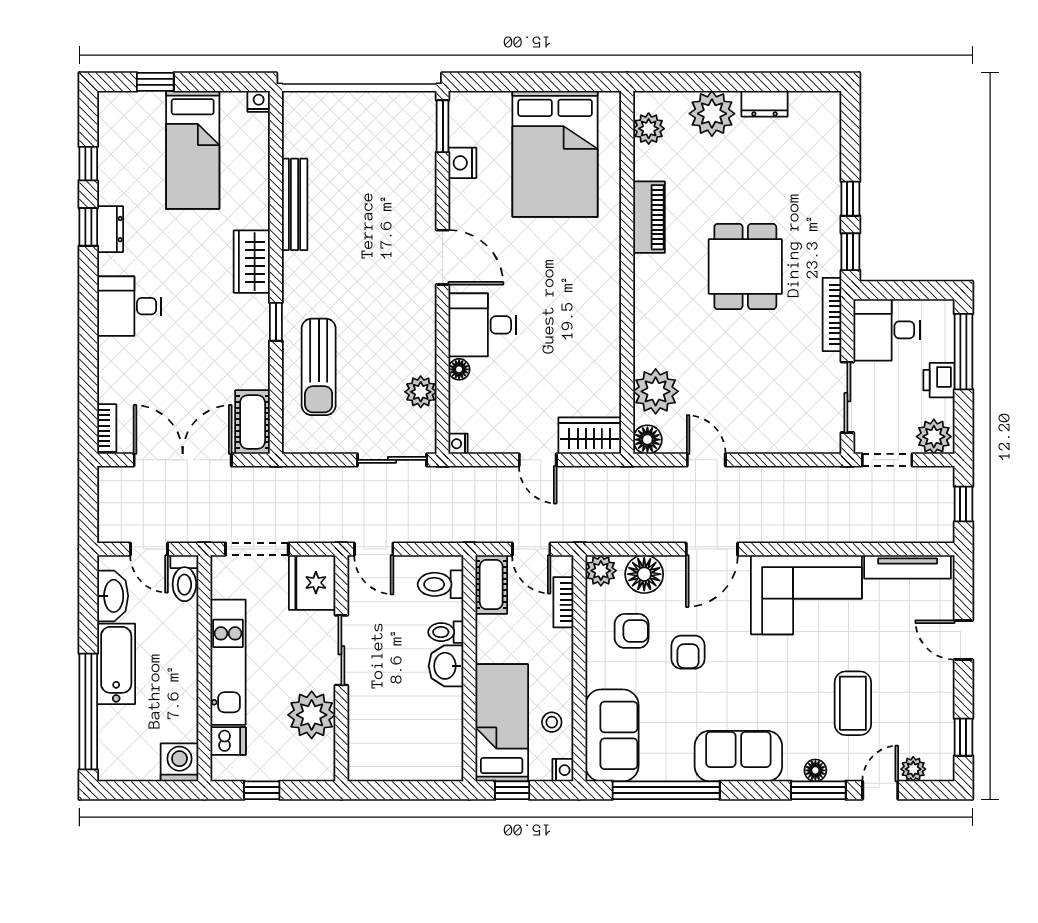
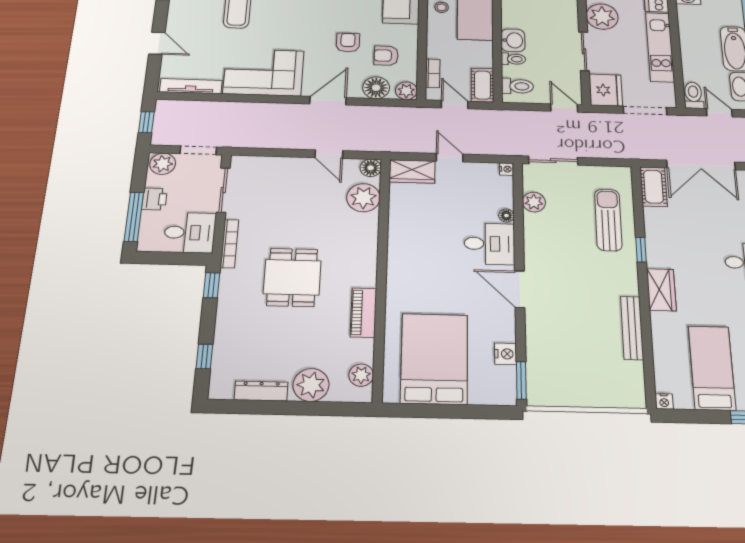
dresser: (765, 104) -> (261, 391), width x1.44
window: (850, 199) -> (204, 356), moved

